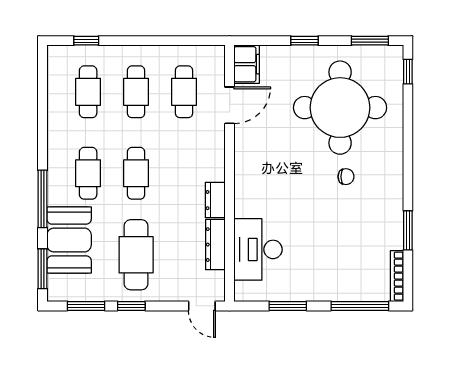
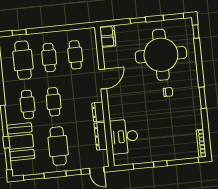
cafe table: (88, 92) -> (23, 60), width x1.37, depth x1.35
door: (230, 105) -> (103, 79), moved
window: (408, 230) -> (203, 98), moved
window: (131, 306) -> (74, 173), moved

